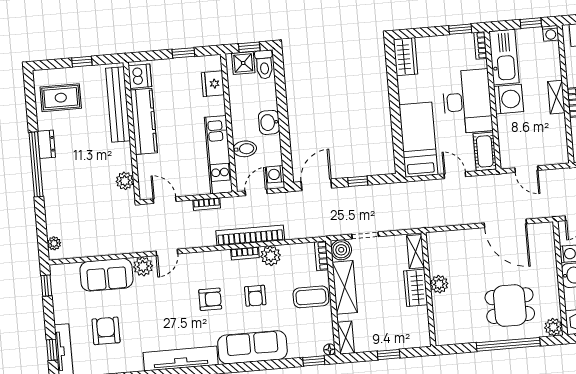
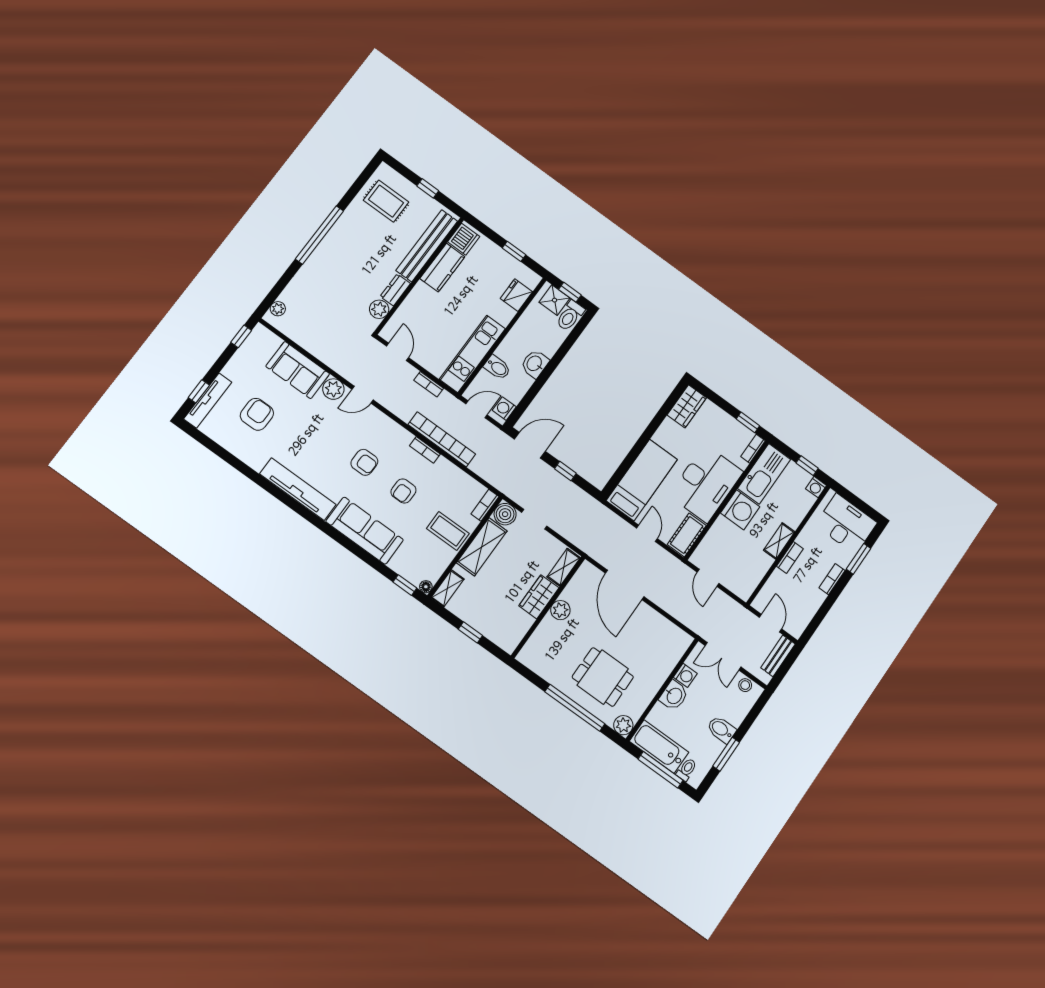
kitchen counter: (144, 121) -> (442, 268), width x0.67
dresser: (46, 144) -> (395, 290), moved, turned 180
door: (505, 223) -> (625, 585), moved
plant: (271, 256) -> (444, 470), removed

